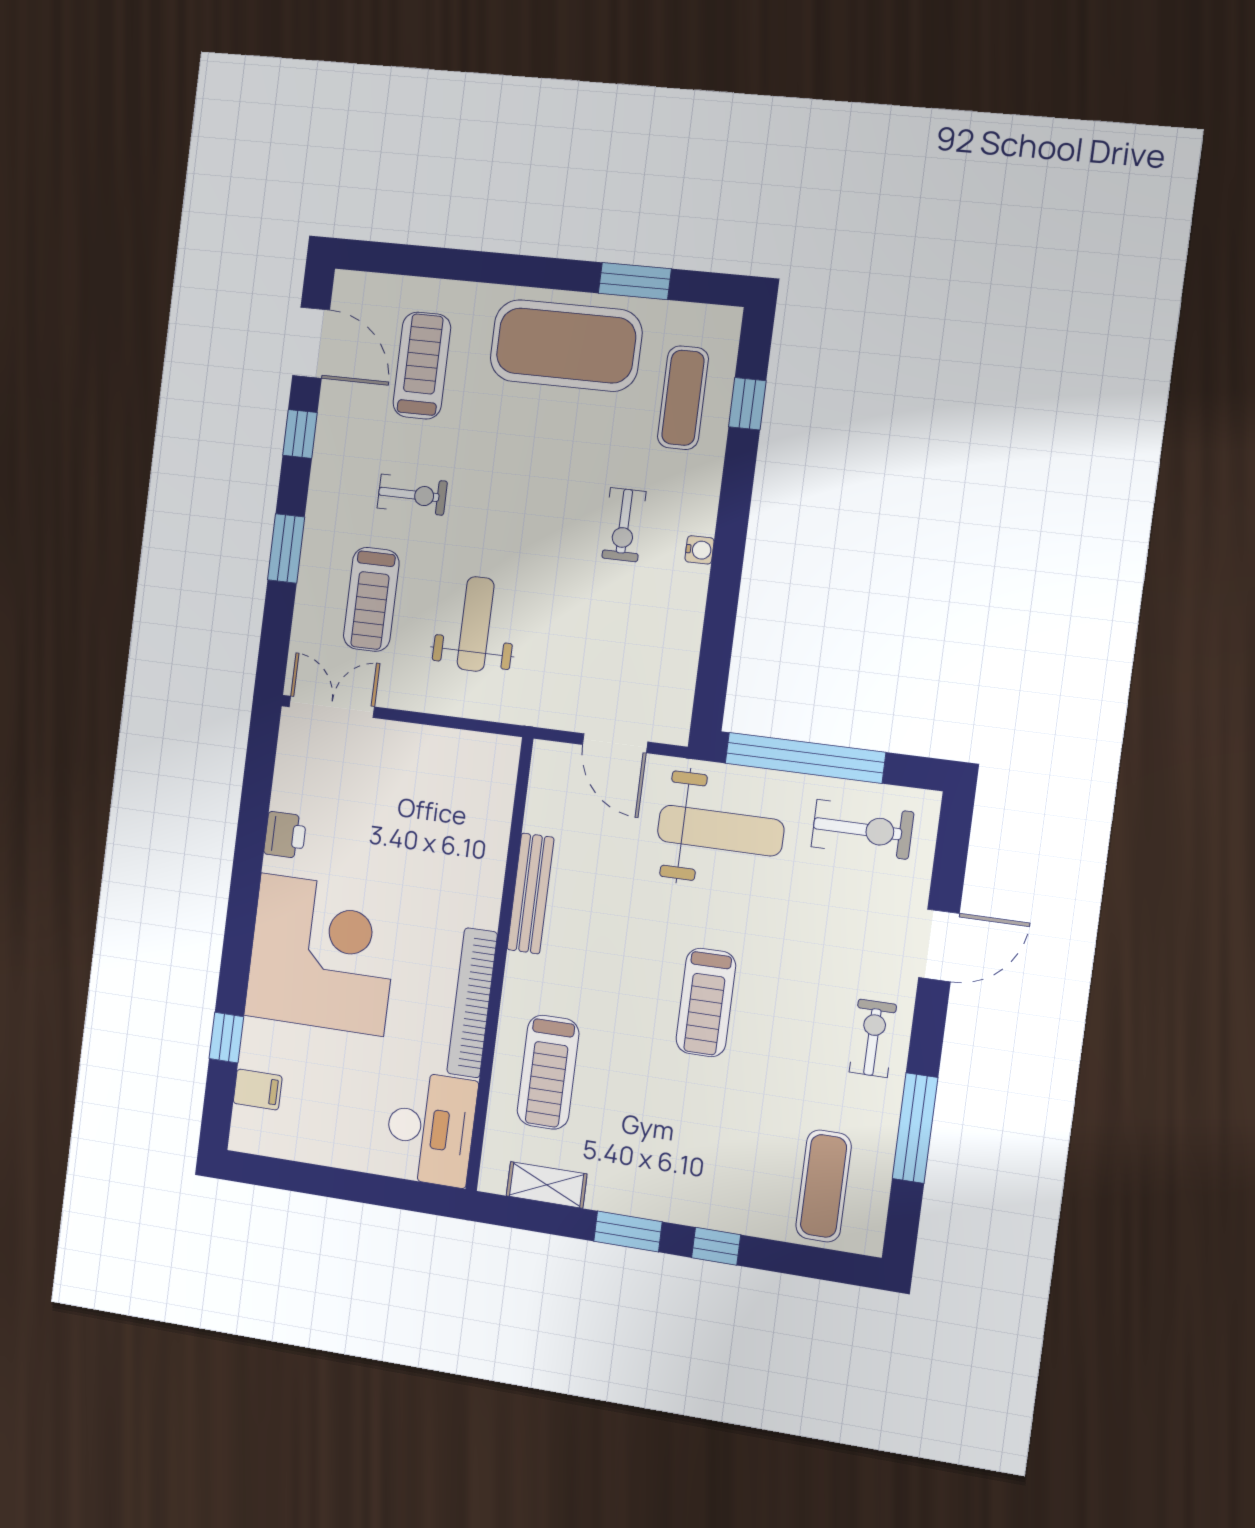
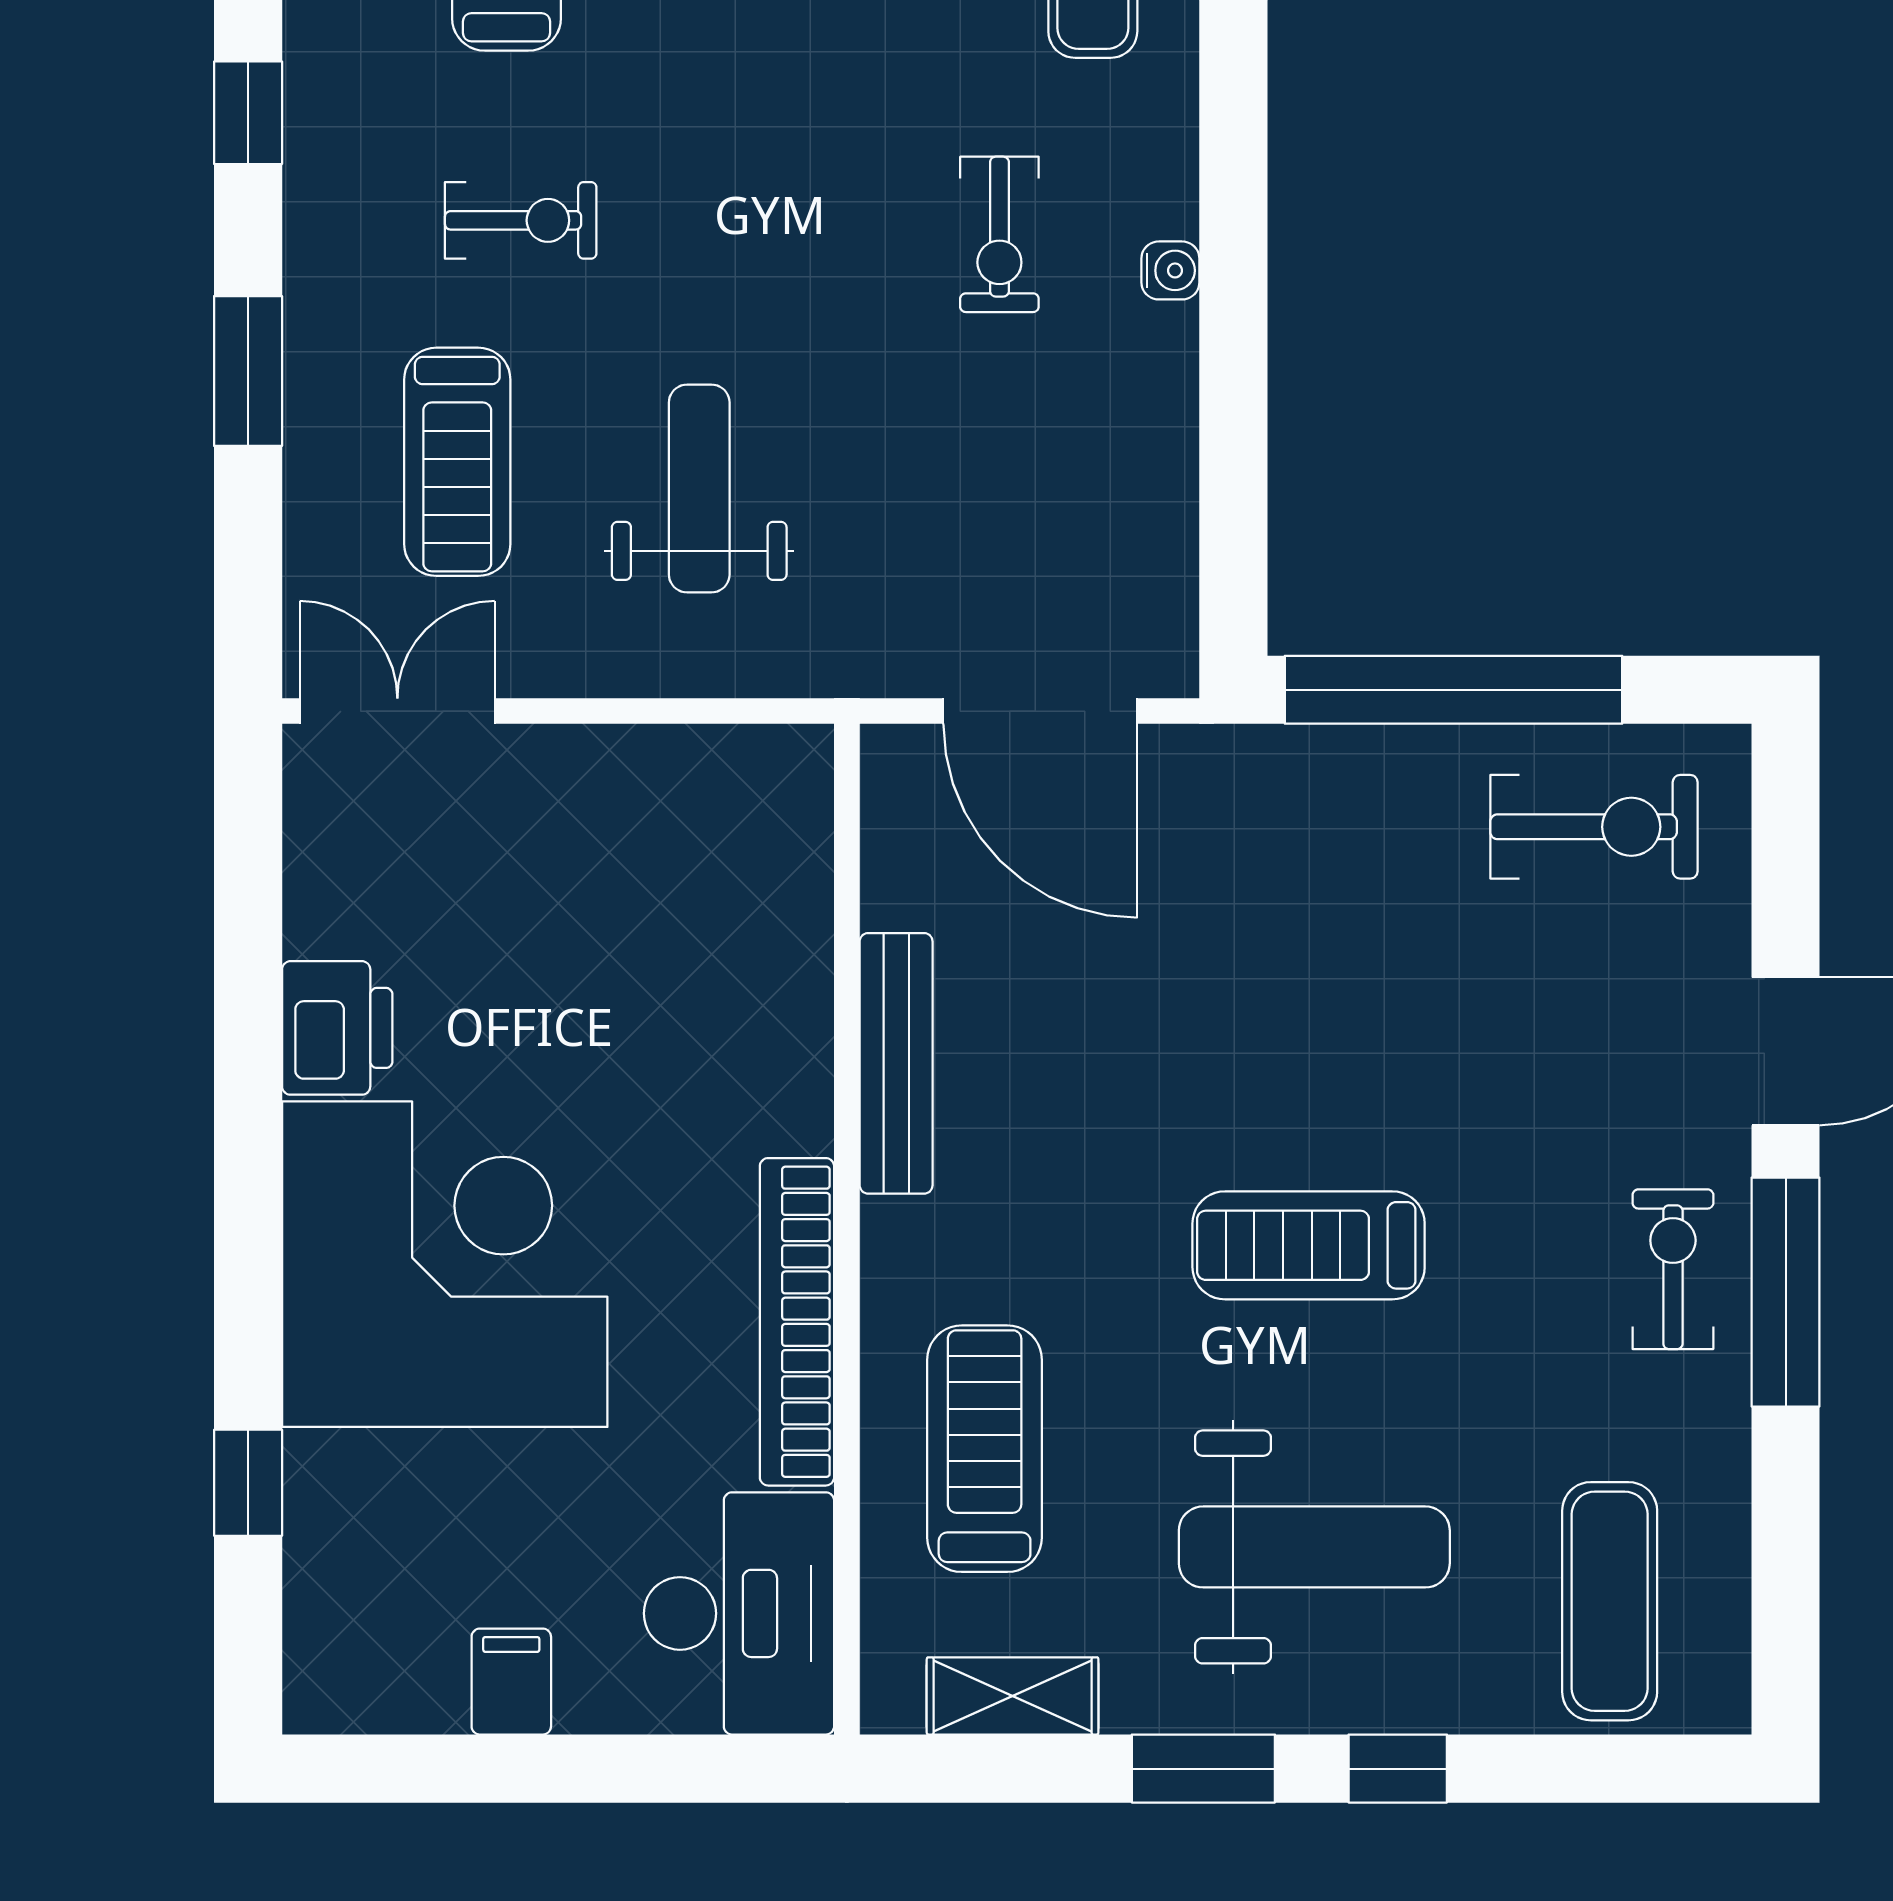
door: (615, 743) -> (1040, 711), width x1.36
weight bench: (721, 831) -> (1314, 1547), moved
printer: (285, 835) -> (337, 1028), width x1.36, depth x1.24
treadmill: (706, 1002) -> (1309, 1245), turned 90
treadmill: (548, 1072) -> (985, 1449), turned 180
filing cabinet: (258, 1090) -> (511, 1682), moved, turned -90
window: (915, 1128) -> (1786, 1292), moved

